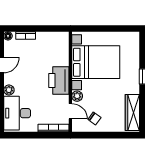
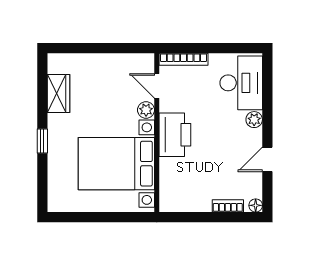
wardrobe: (132, 113) -> (58, 93), width x0.67
chair: (94, 118) -> (119, 74), removed

